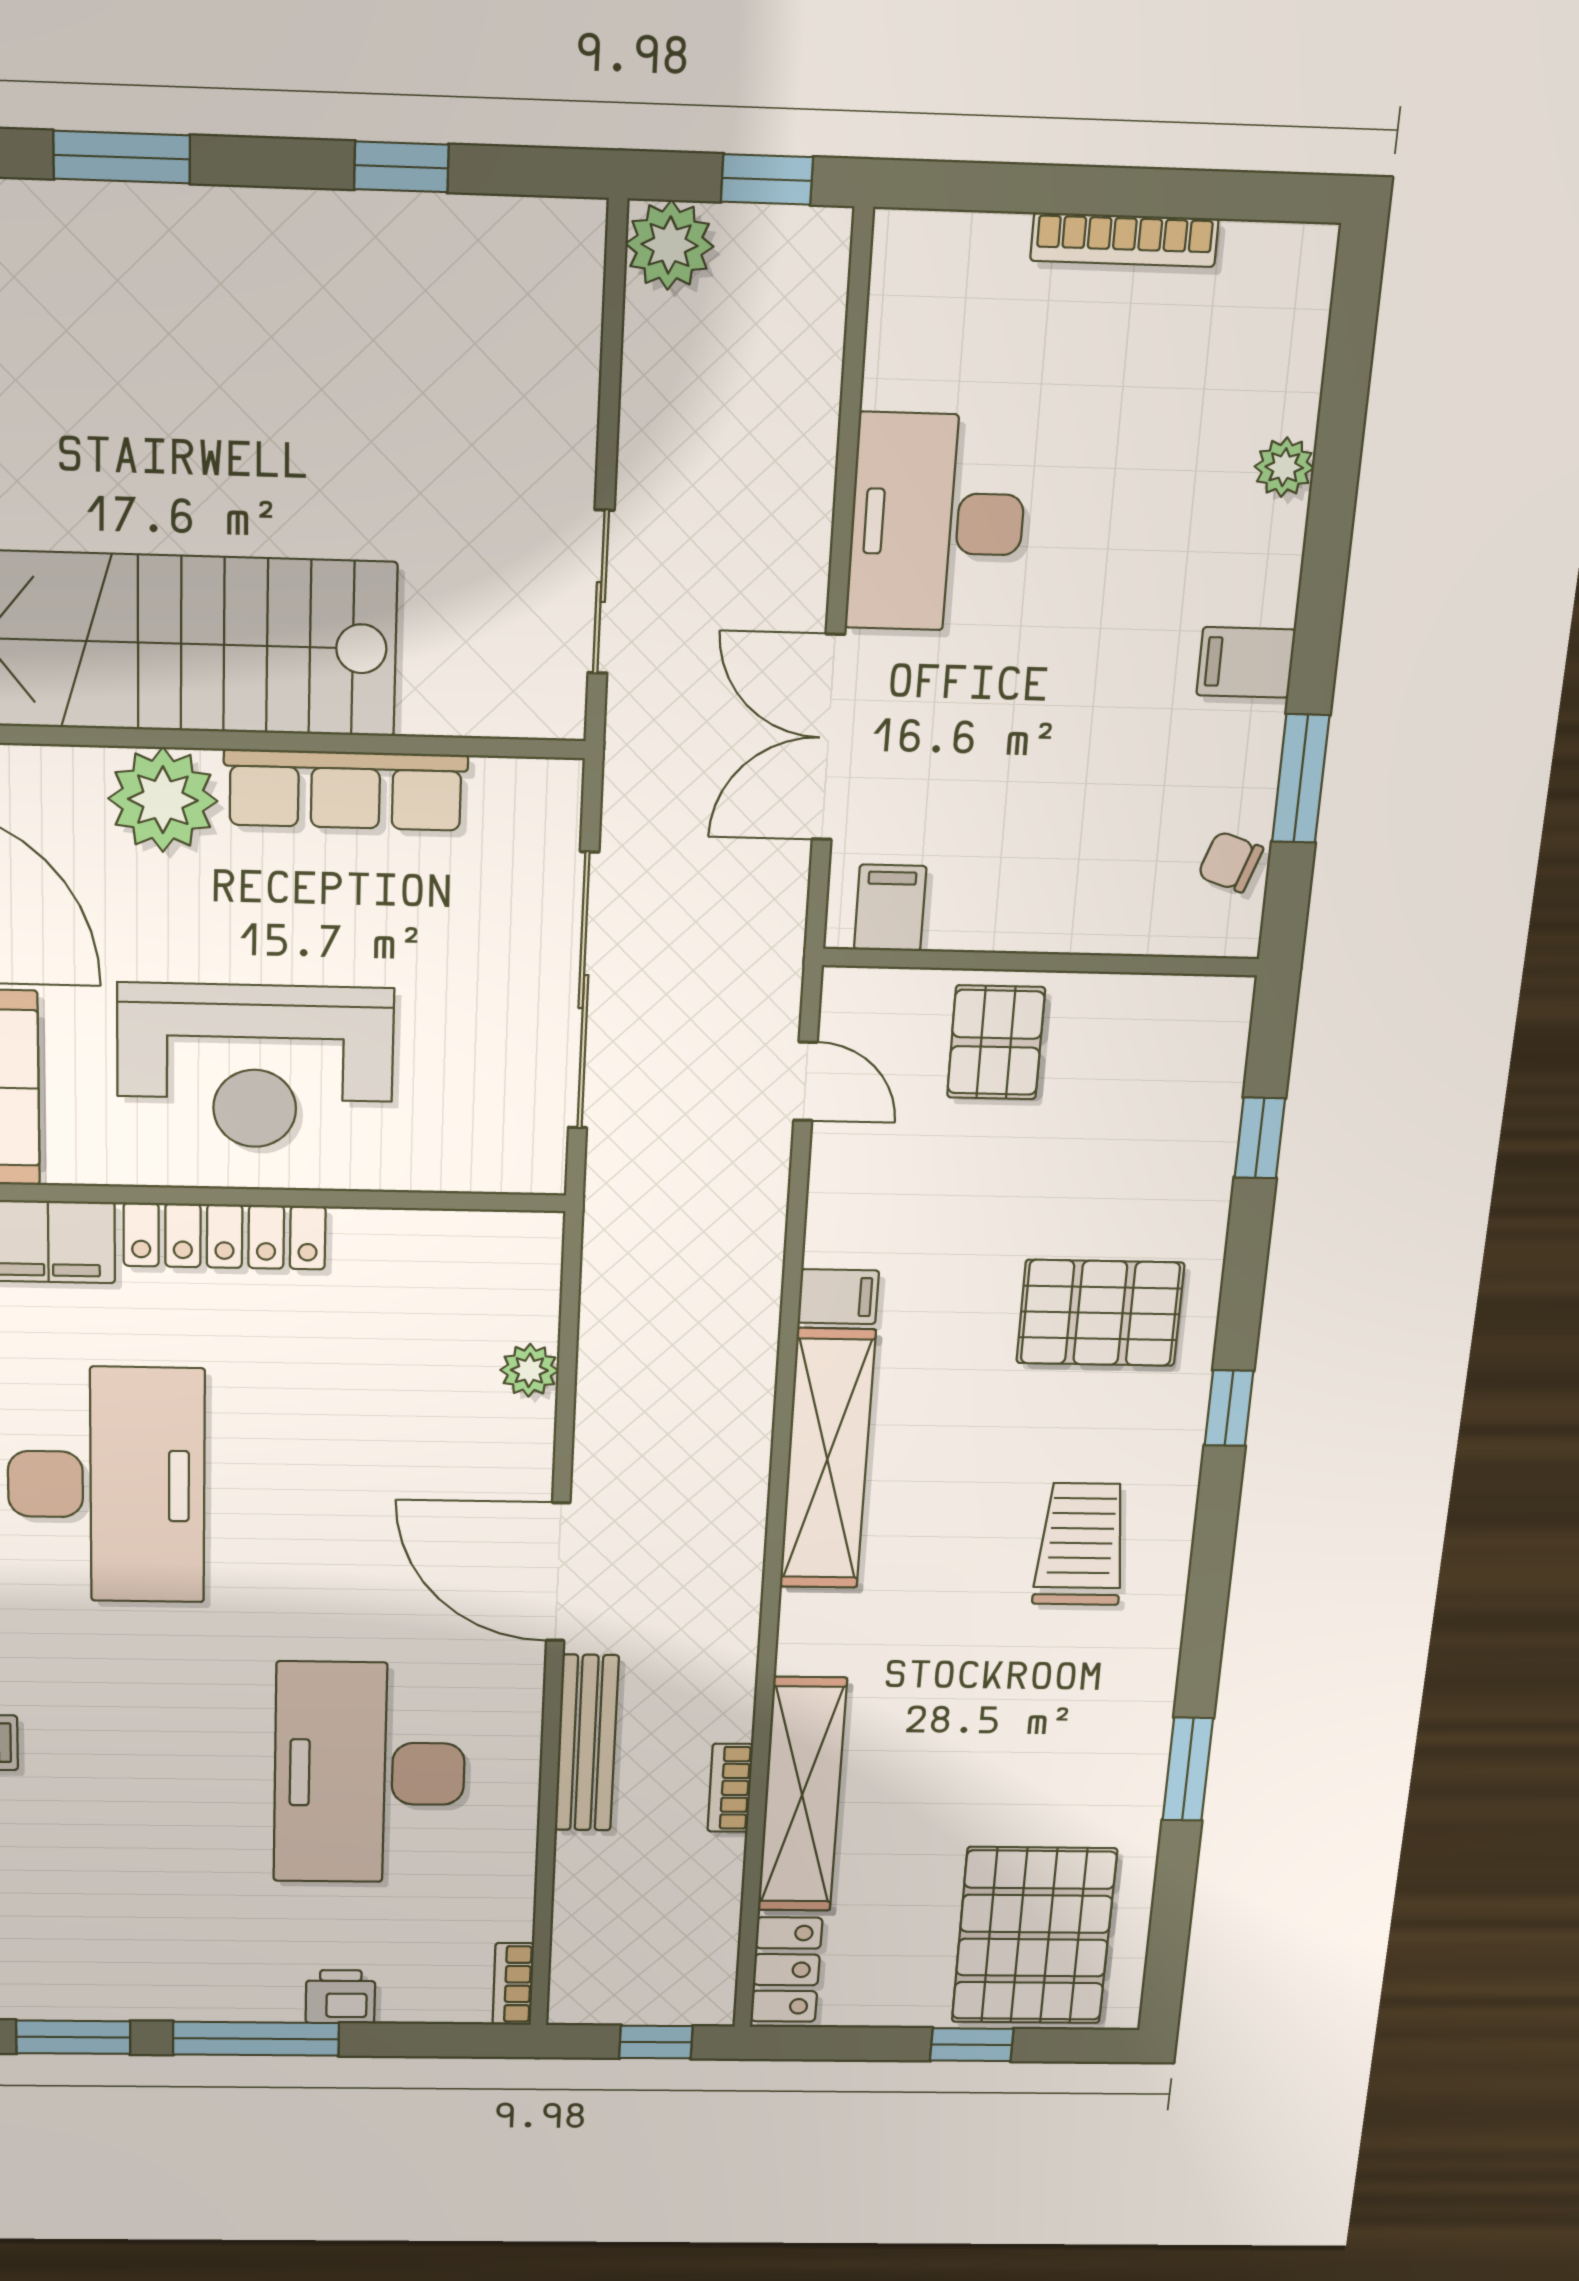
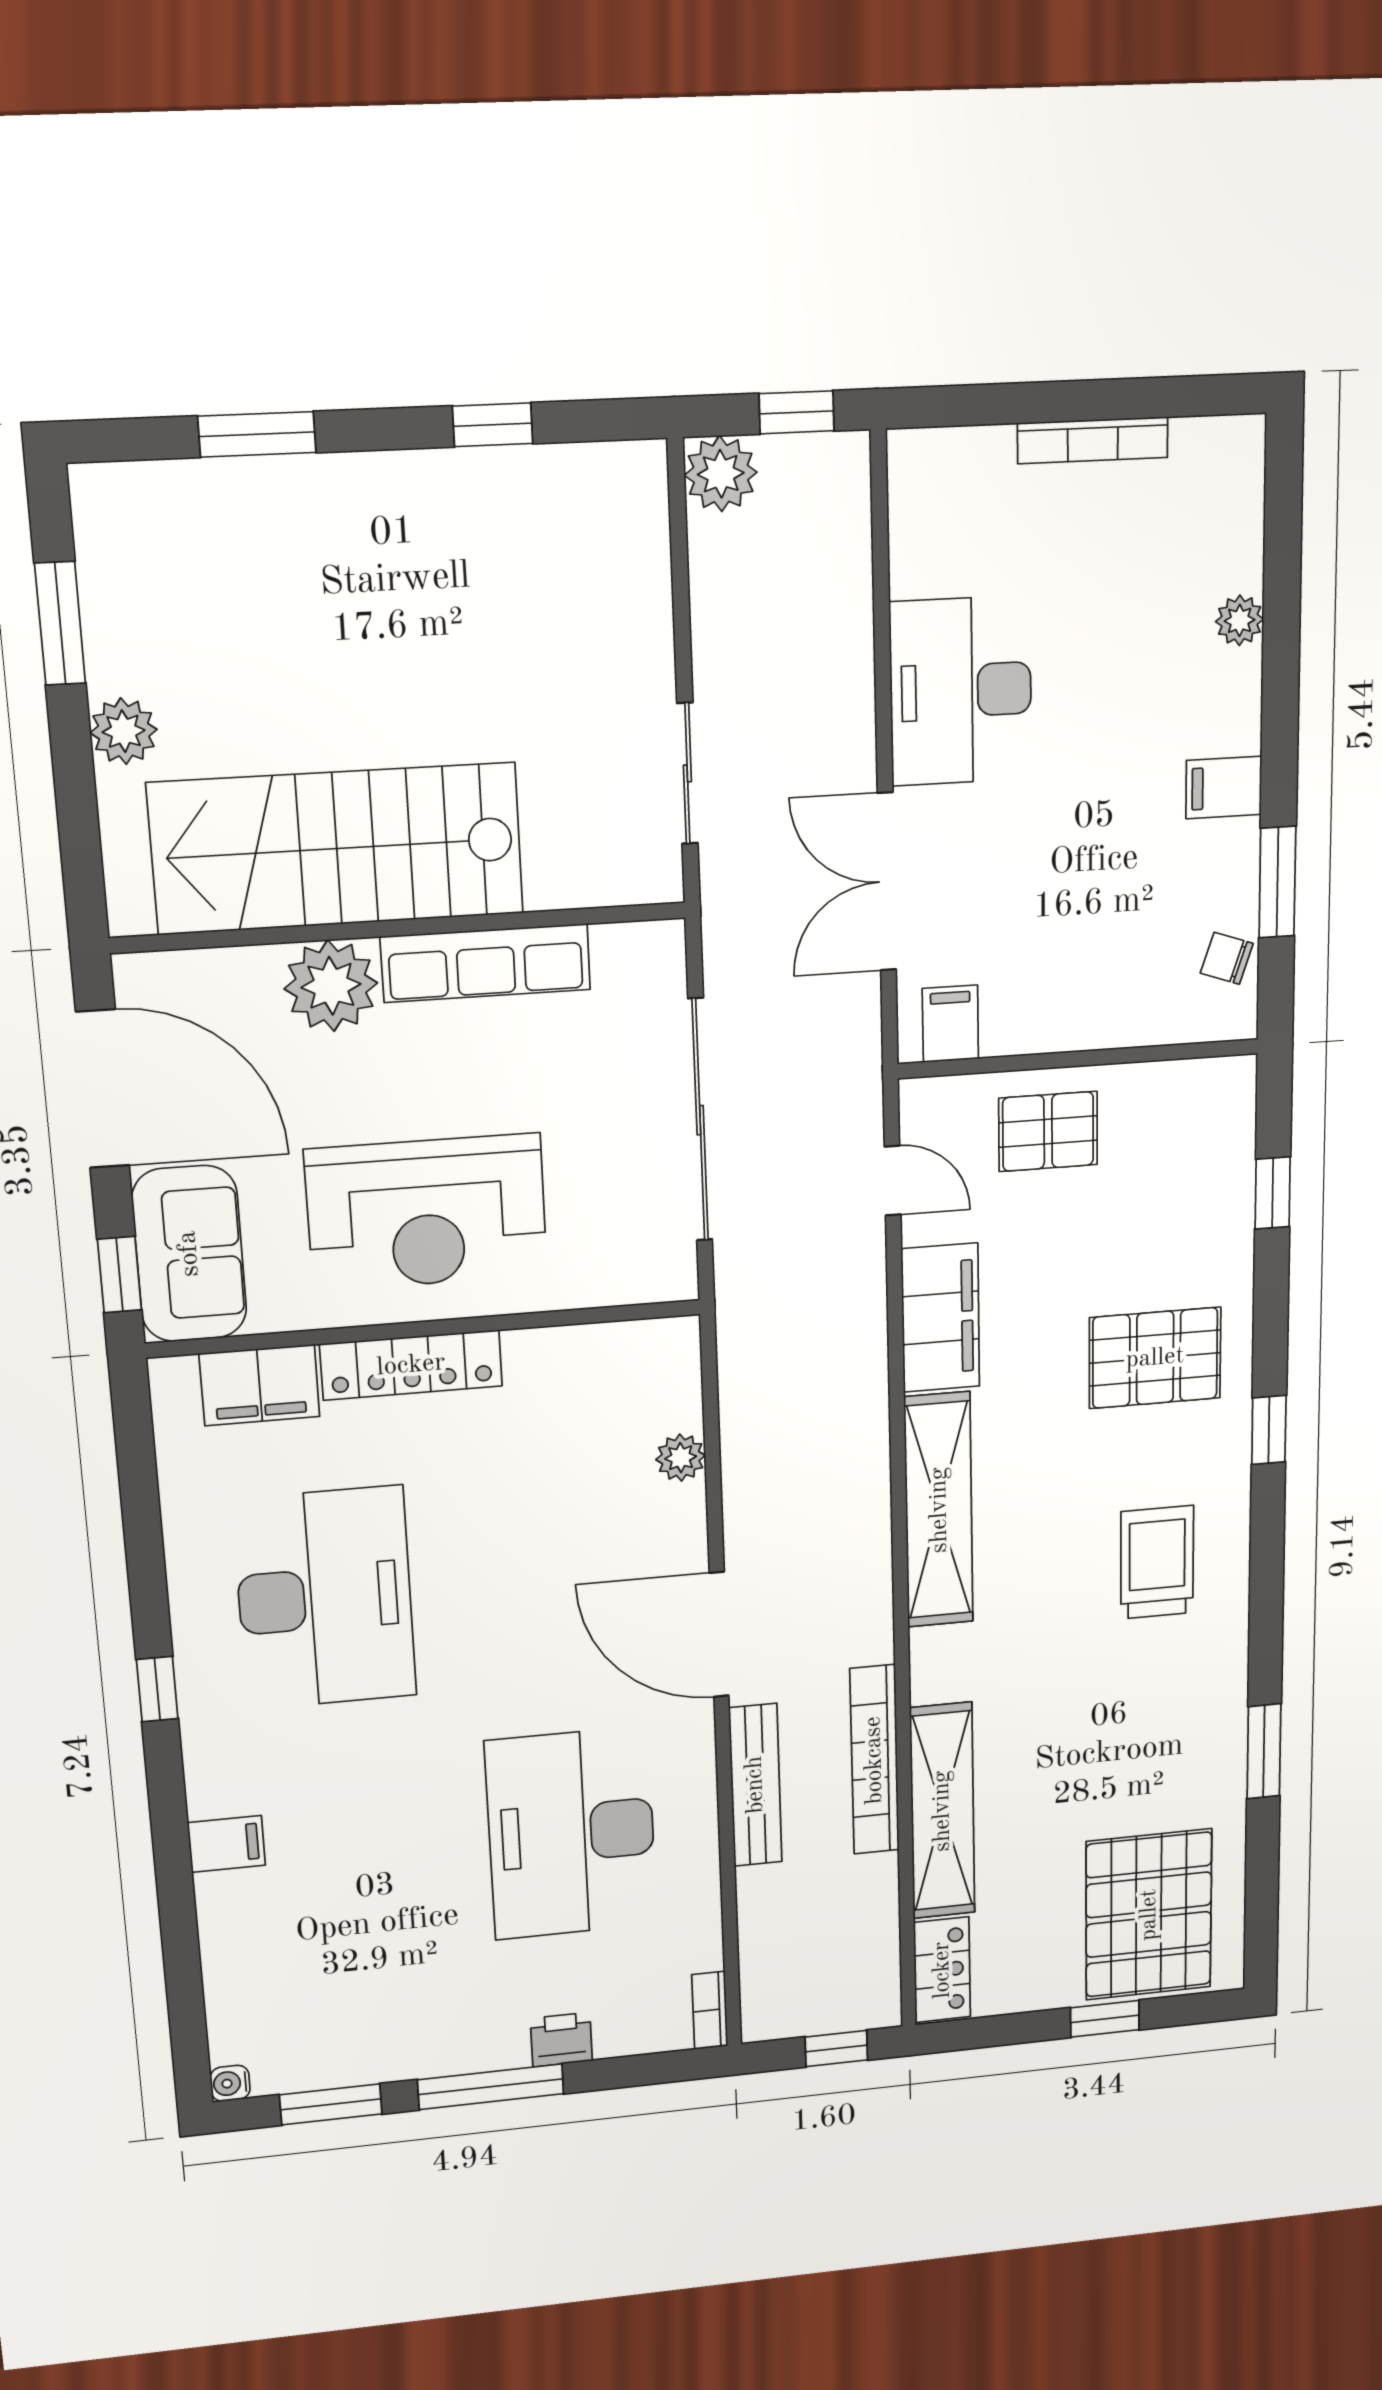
pallet: (996, 1042) -> (1048, 1131), turned 90
filing cabinet: (838, 1297) -> (941, 1318), width x3.00, depth x1.17
bookcase: (730, 1788) -> (874, 1760), width x2.31, depth x1.31

